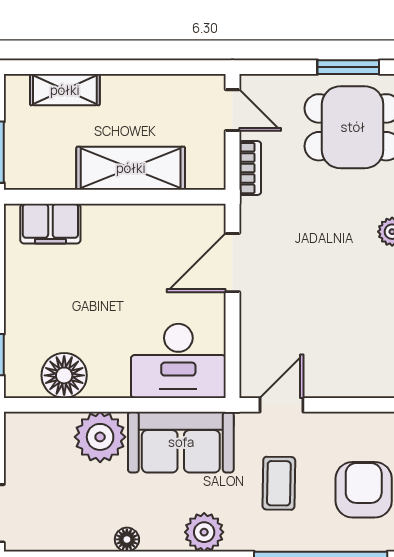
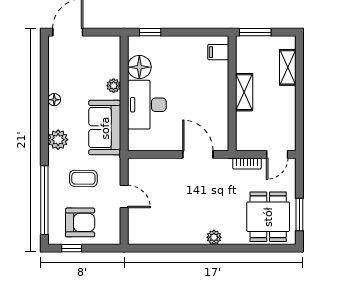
shelving: (131, 168) -> (244, 92), width x0.67, depth x0.75
filing cabinet: (50, 224) -> (218, 52), width x0.50
desk: (178, 361) -> (147, 105), moved
door: (281, 405) -> (124, 197), moved
plant: (100, 437) -> (114, 86), width x0.53, depth x0.53

